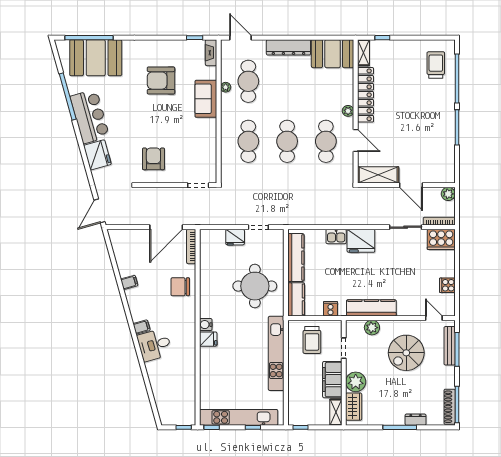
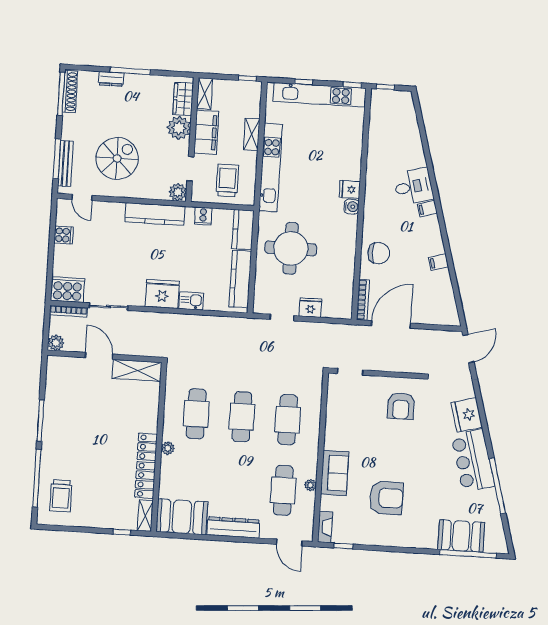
booth: (96, 58) -> (461, 536), width x0.73, depth x0.70
door: (356, 141) -> (161, 413), removed
plant: (372, 328) -> (178, 192), moved
shelving: (294, 380) -> (252, 134), added

